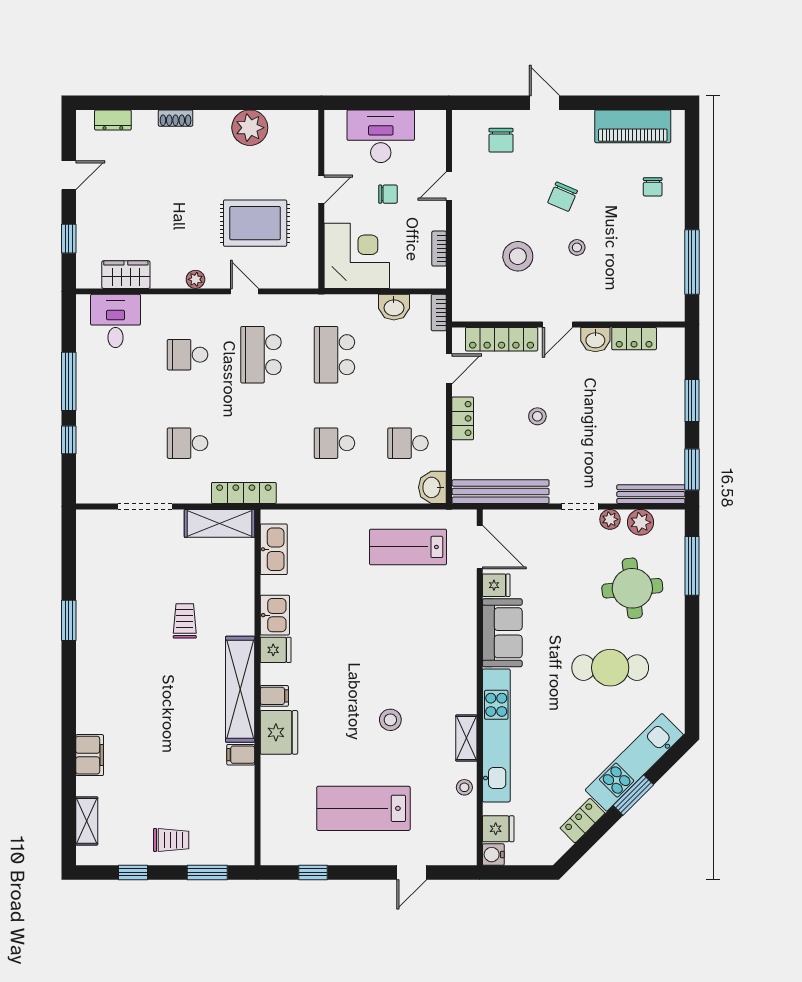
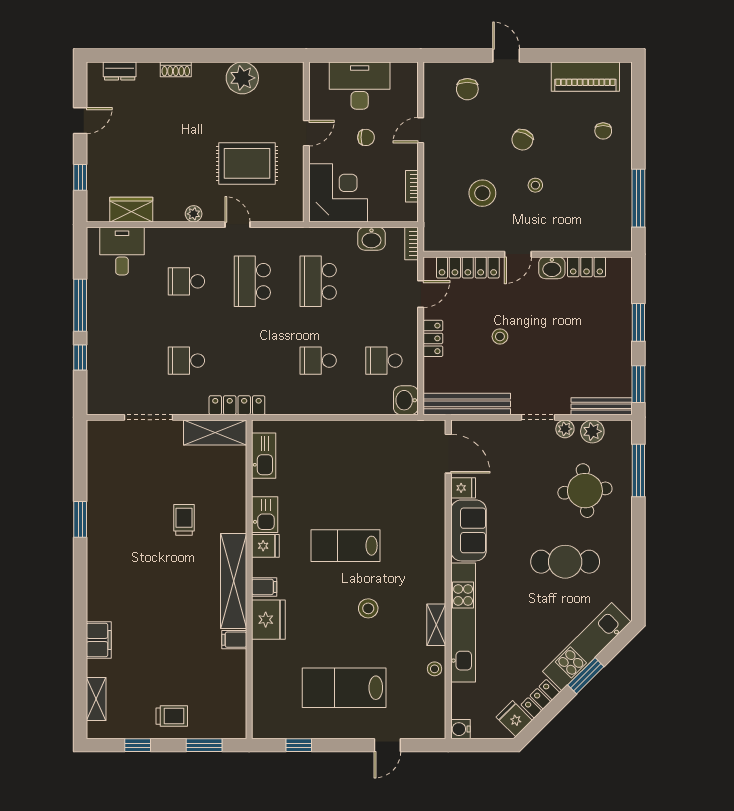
lab bench: (408, 547) -> (345, 546), moved
fridge: (498, 829) -> (514, 719), moved, turned -135

